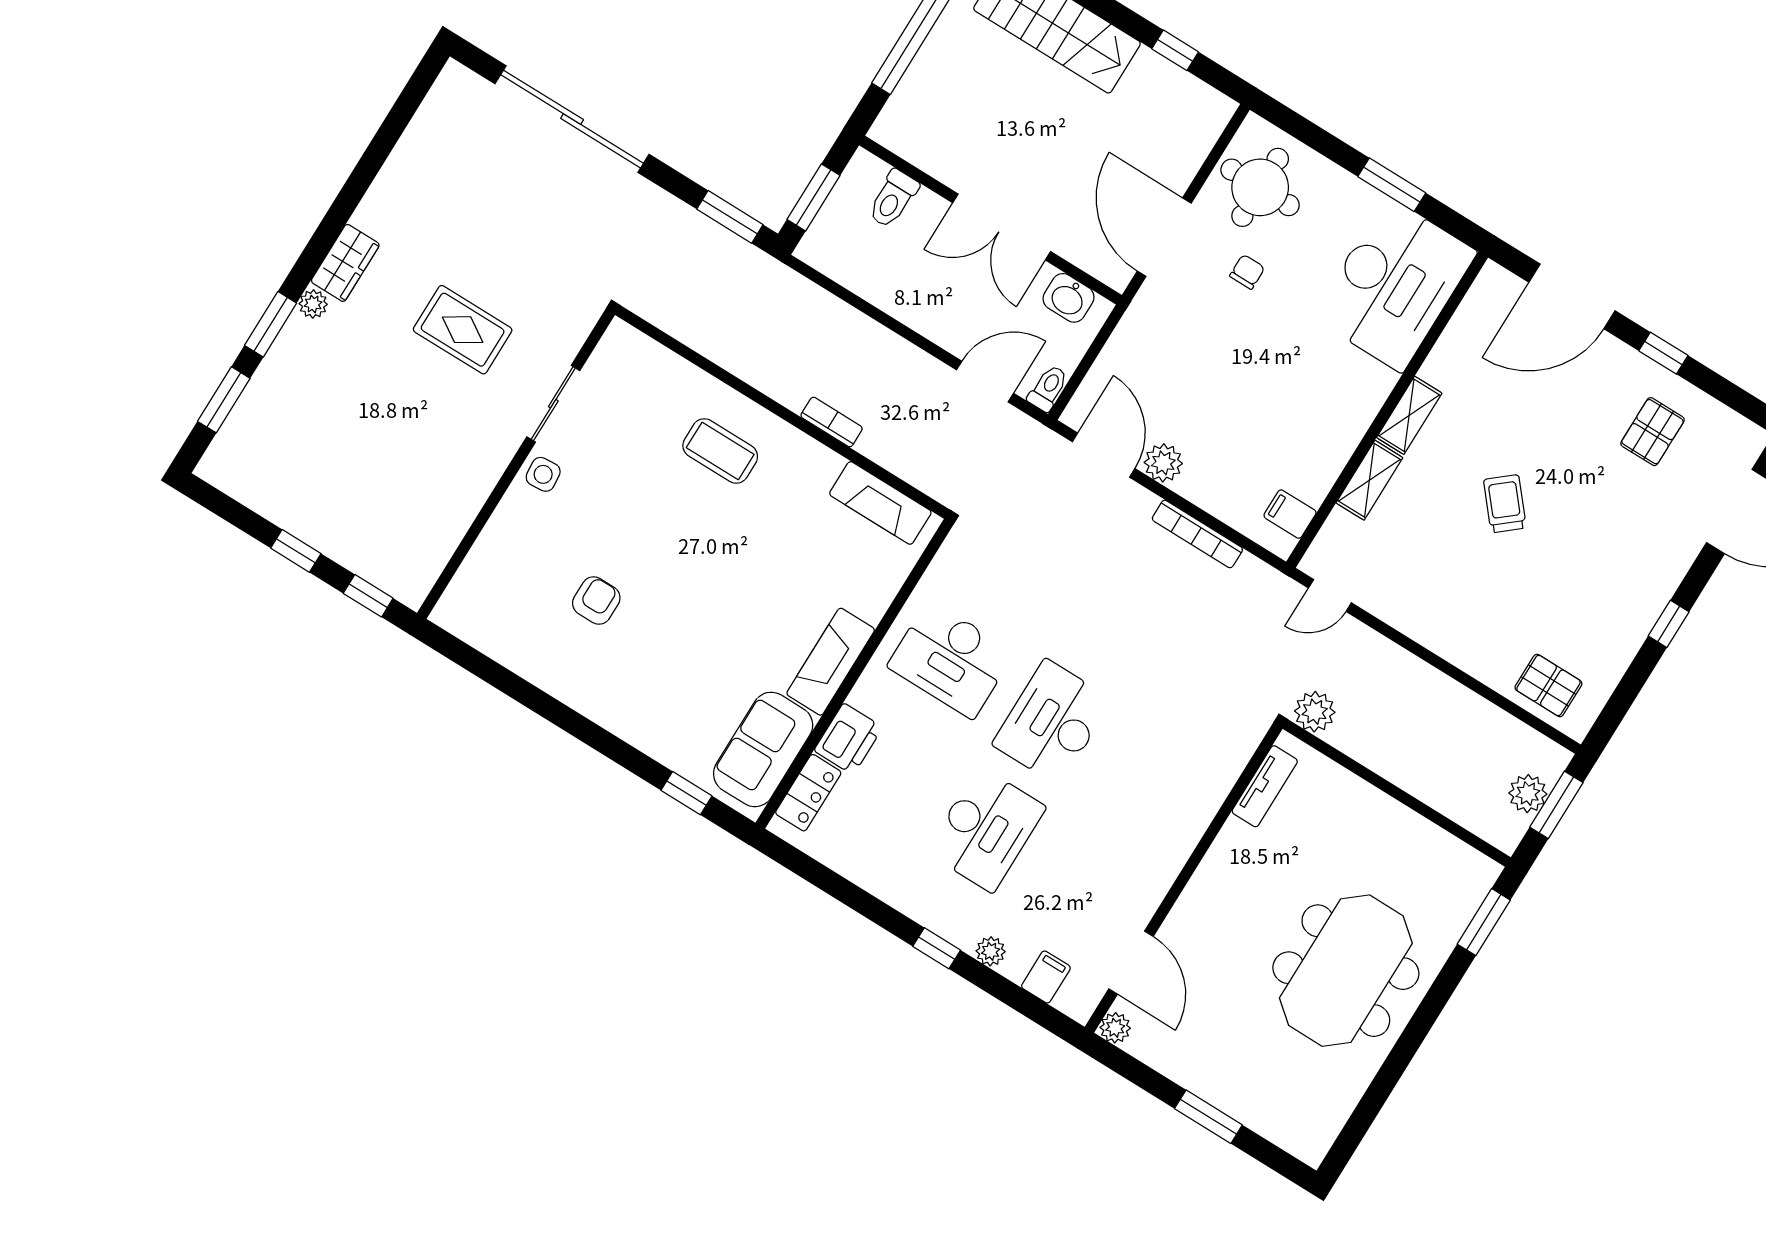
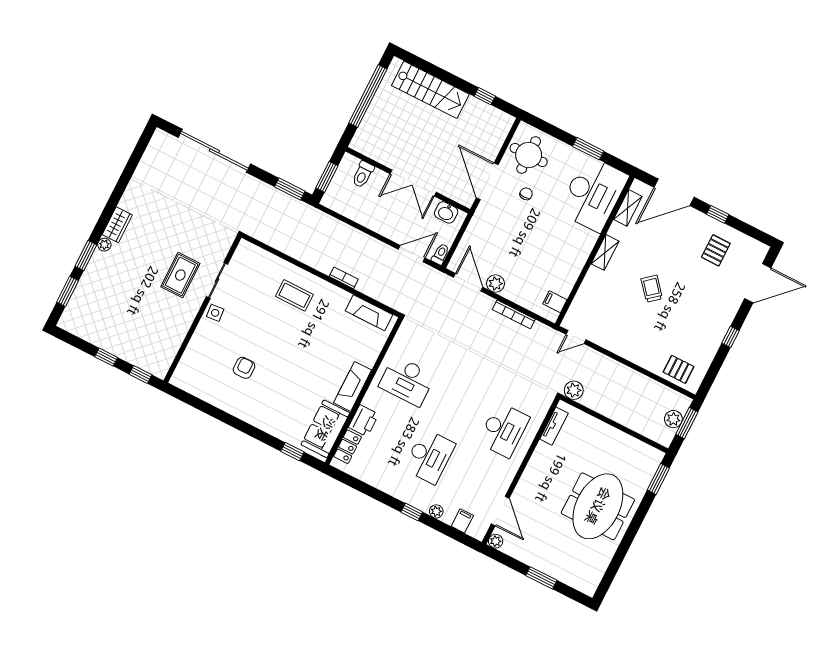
rug: (463, 330) -> (180, 275), moved, turned 90
shelving: (1369, 480) -> (628, 208), moved
desk: (1052, 722) -> (504, 430), moved, turned 180

